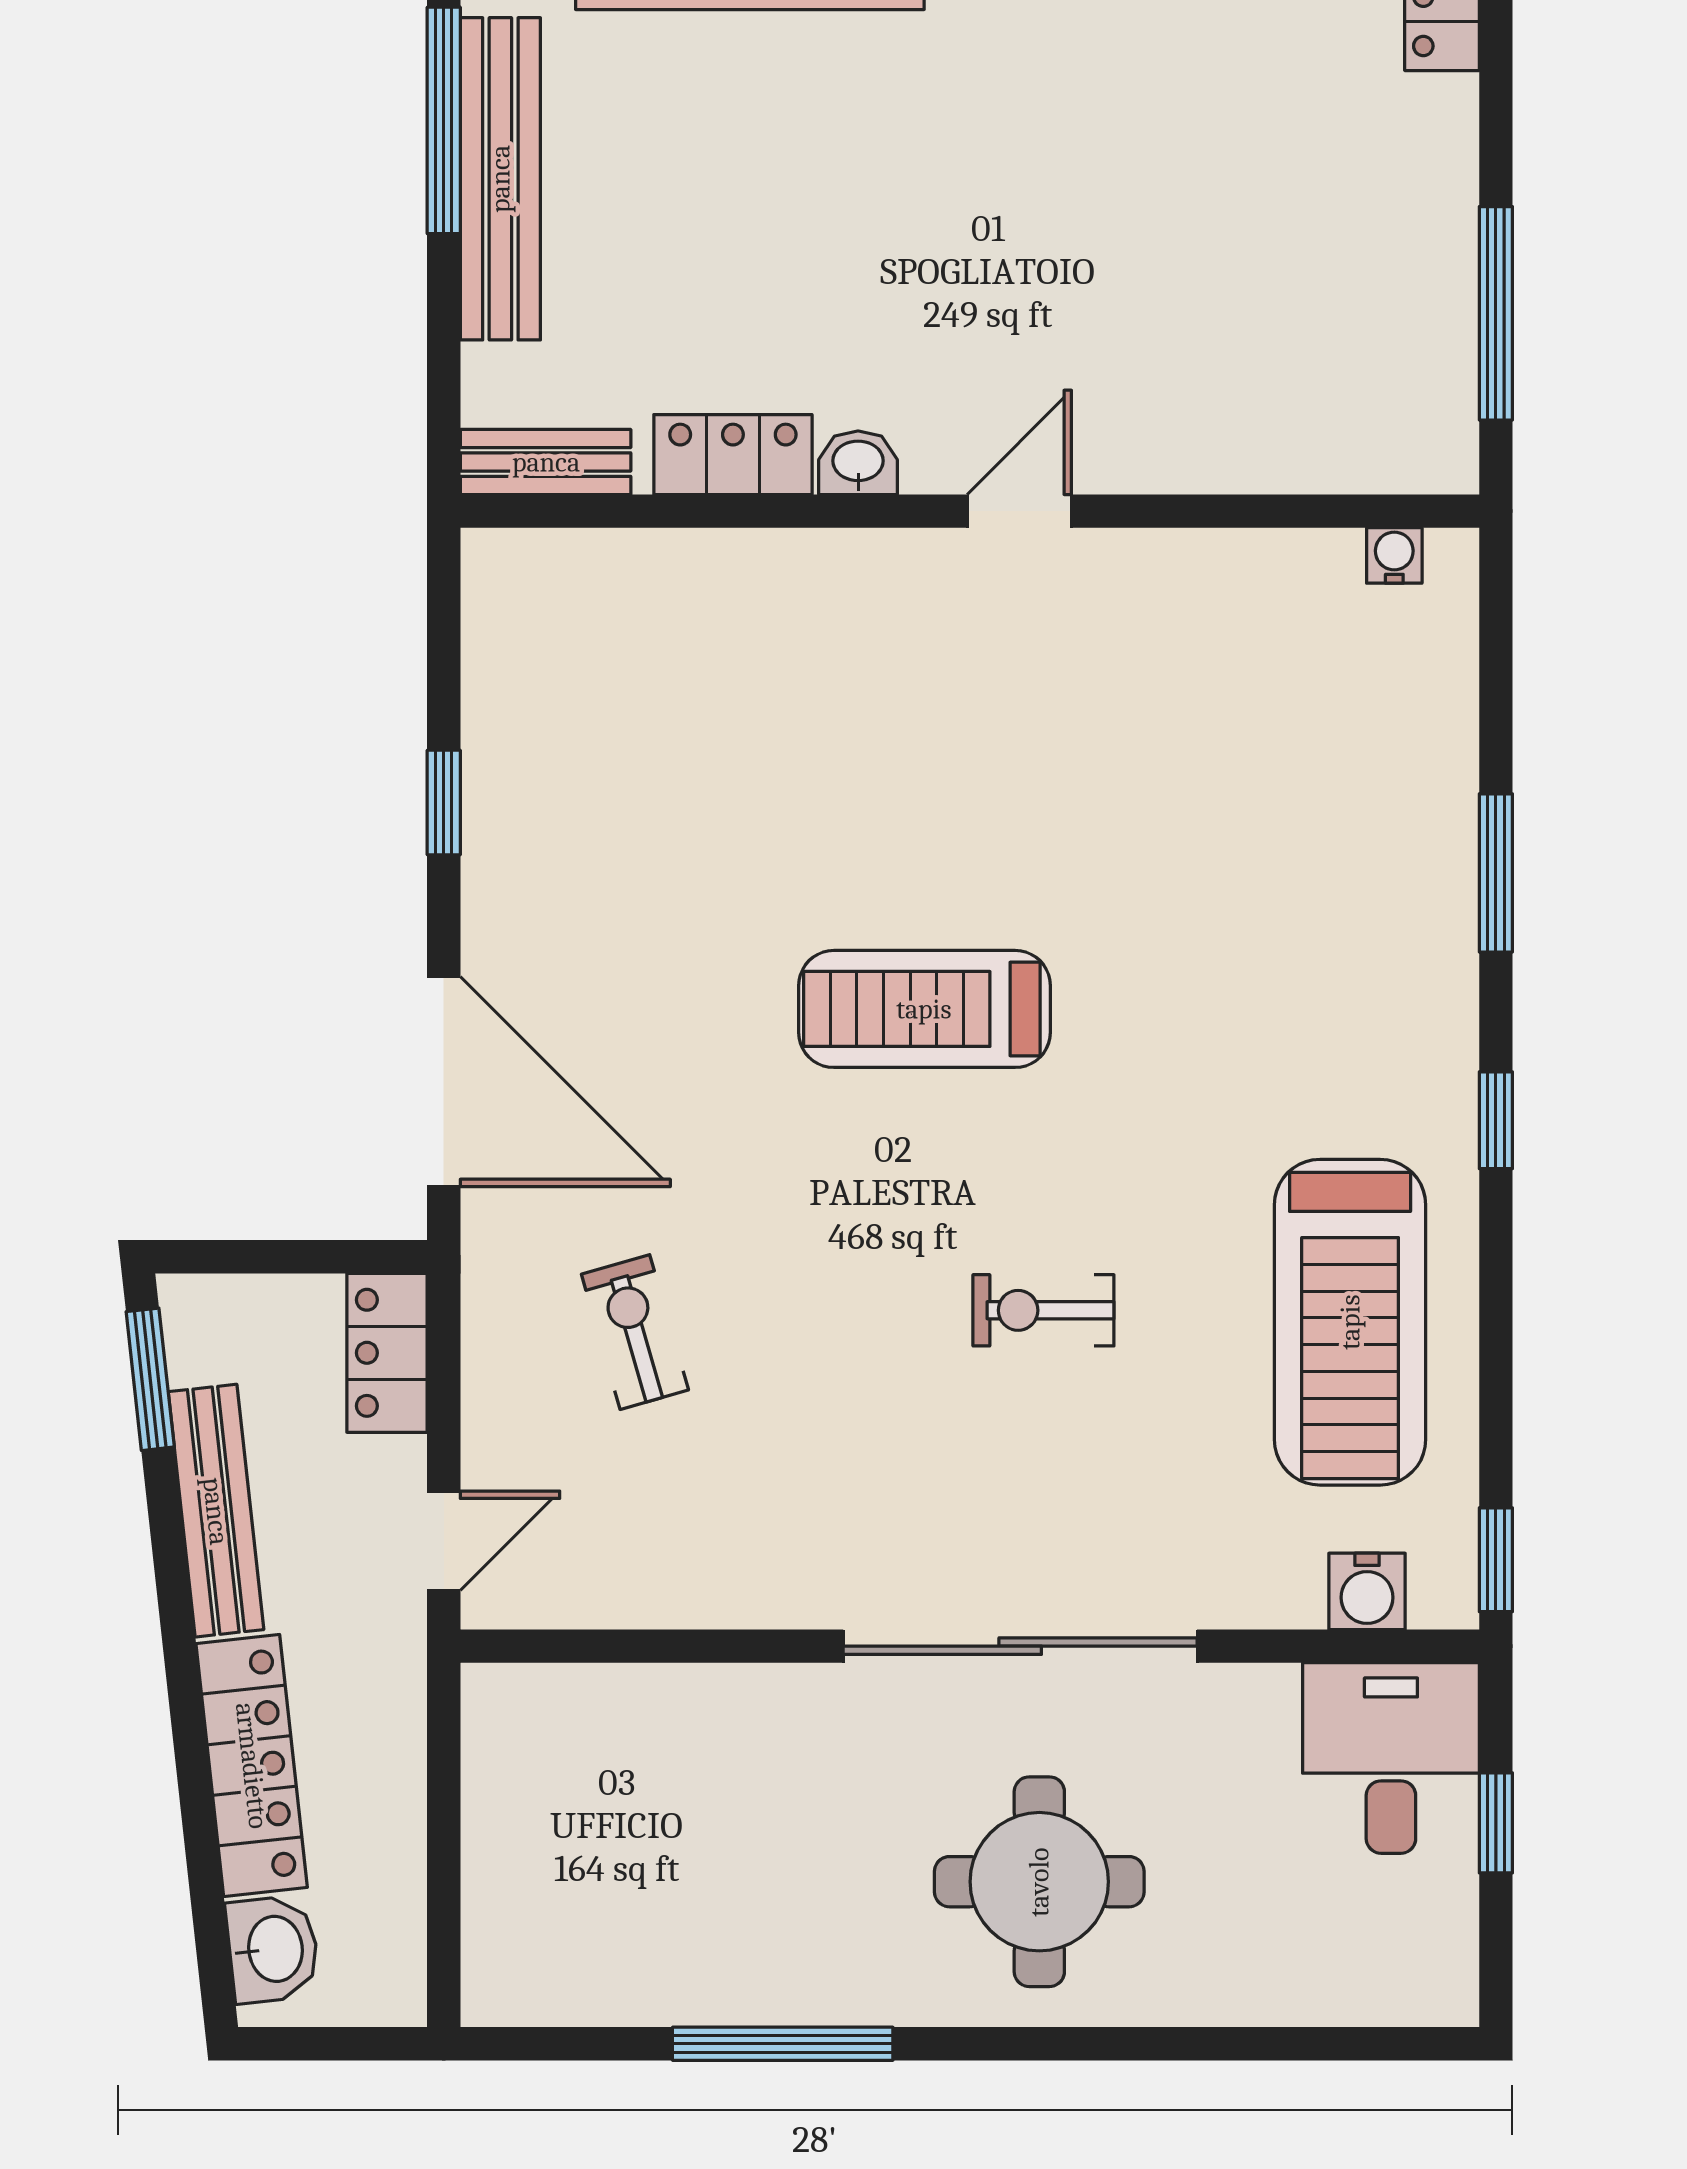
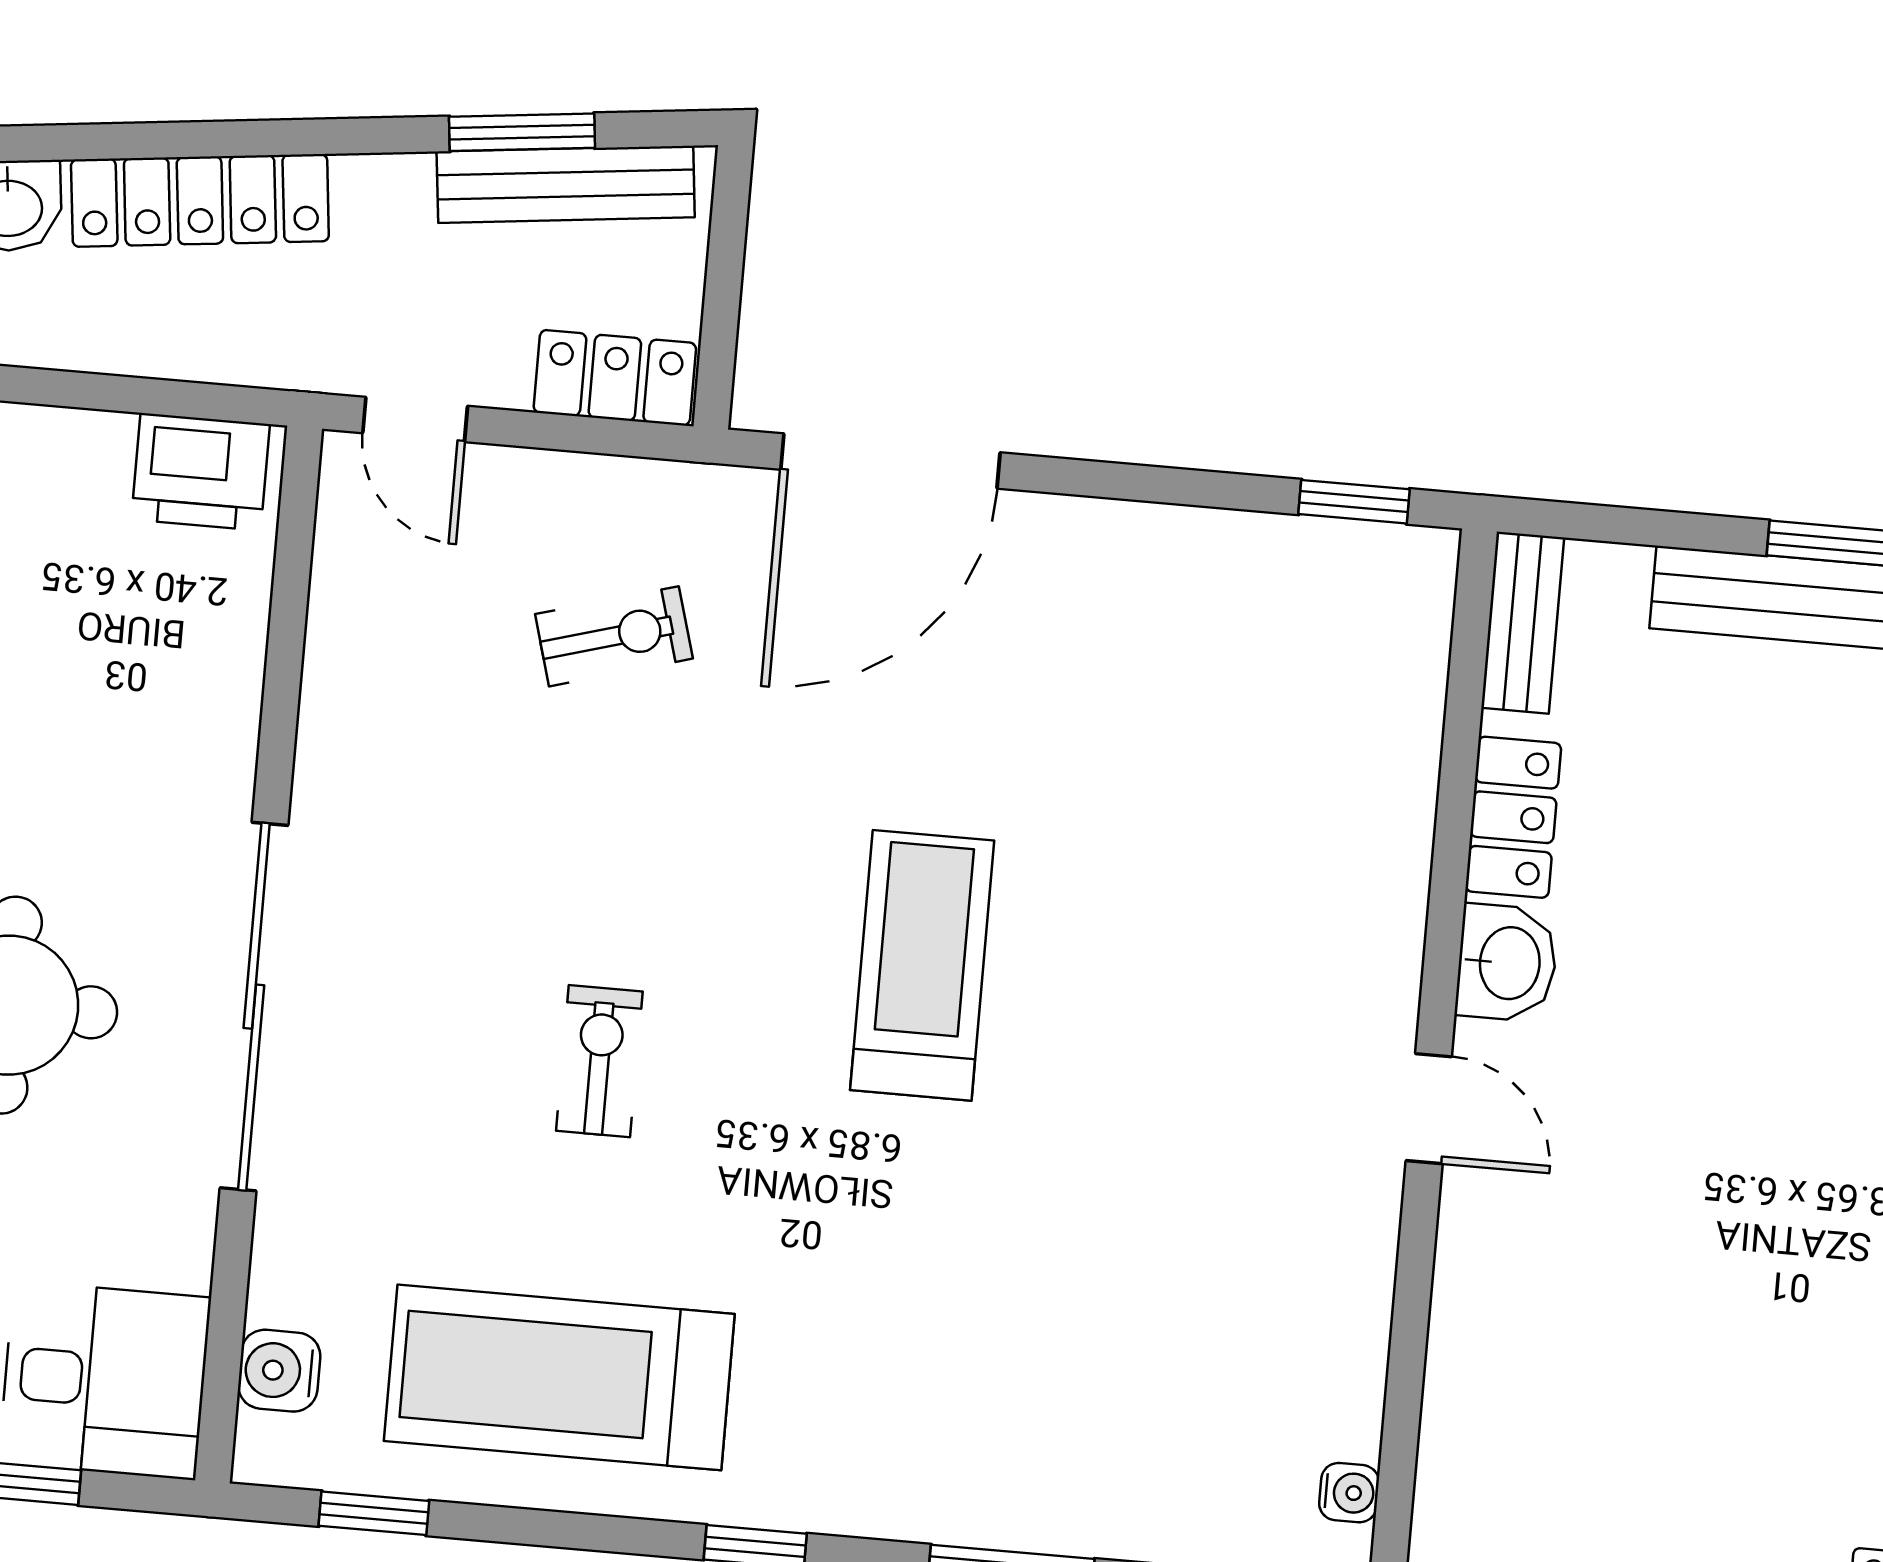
washbasin: (858, 463) -> (1507, 963), width x1.38, depth x1.45
window: (444, 802) -> (1354, 502), moved
window: (150, 1379) -> (522, 132), moved
bench: (216, 1511) -> (566, 184), moved
window: (1496, 1560) -> (374, 1513), moved
printer: (512, 1742) -> (201, 472), added

